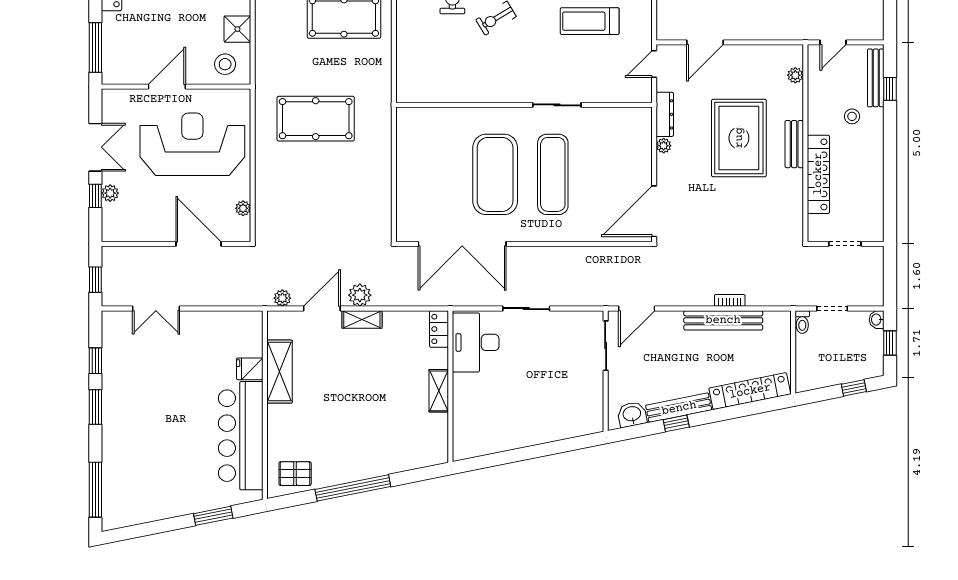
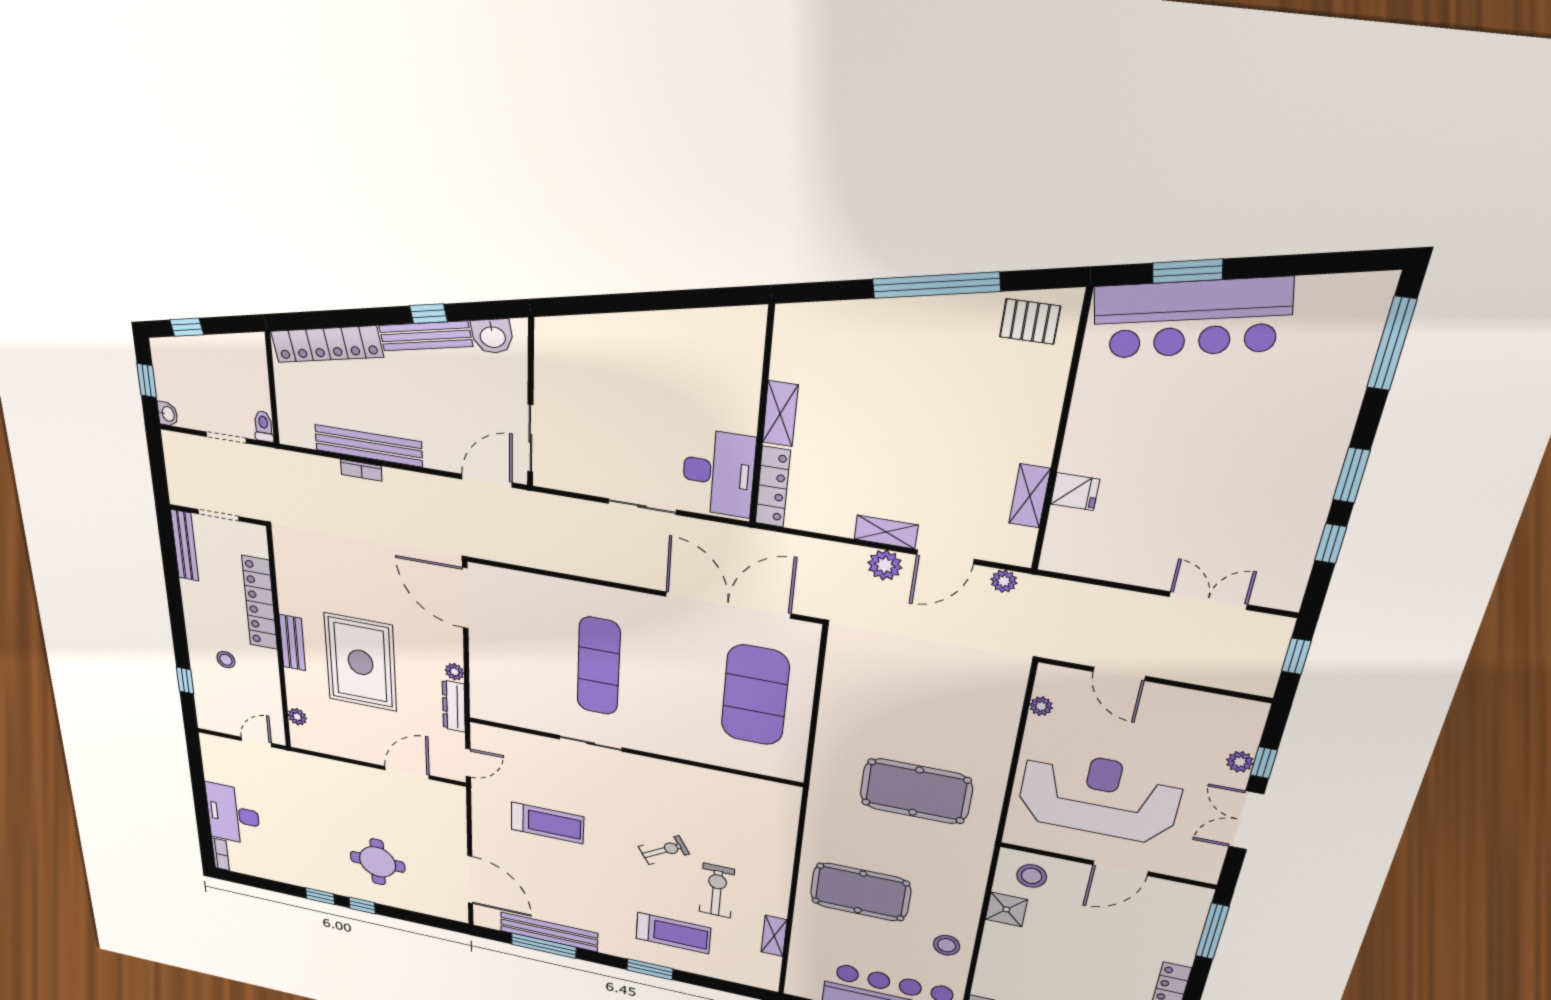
bench: (876, 78) -> (185, 545), moved
reception desk: (192, 144) -> (1099, 796), turned 180
exercise mat: (495, 174) -> (755, 695), moved
door: (654, 211) -> (465, 598), swing flipped
door: (198, 244) -> (1119, 674), width x0.73
locker: (439, 329) -> (773, 487), width x1.53
shelving: (279, 372) -> (1030, 496), width x0.67, depth x0.75
bar counter: (241, 436) -> (1192, 318), moved, turned 79

